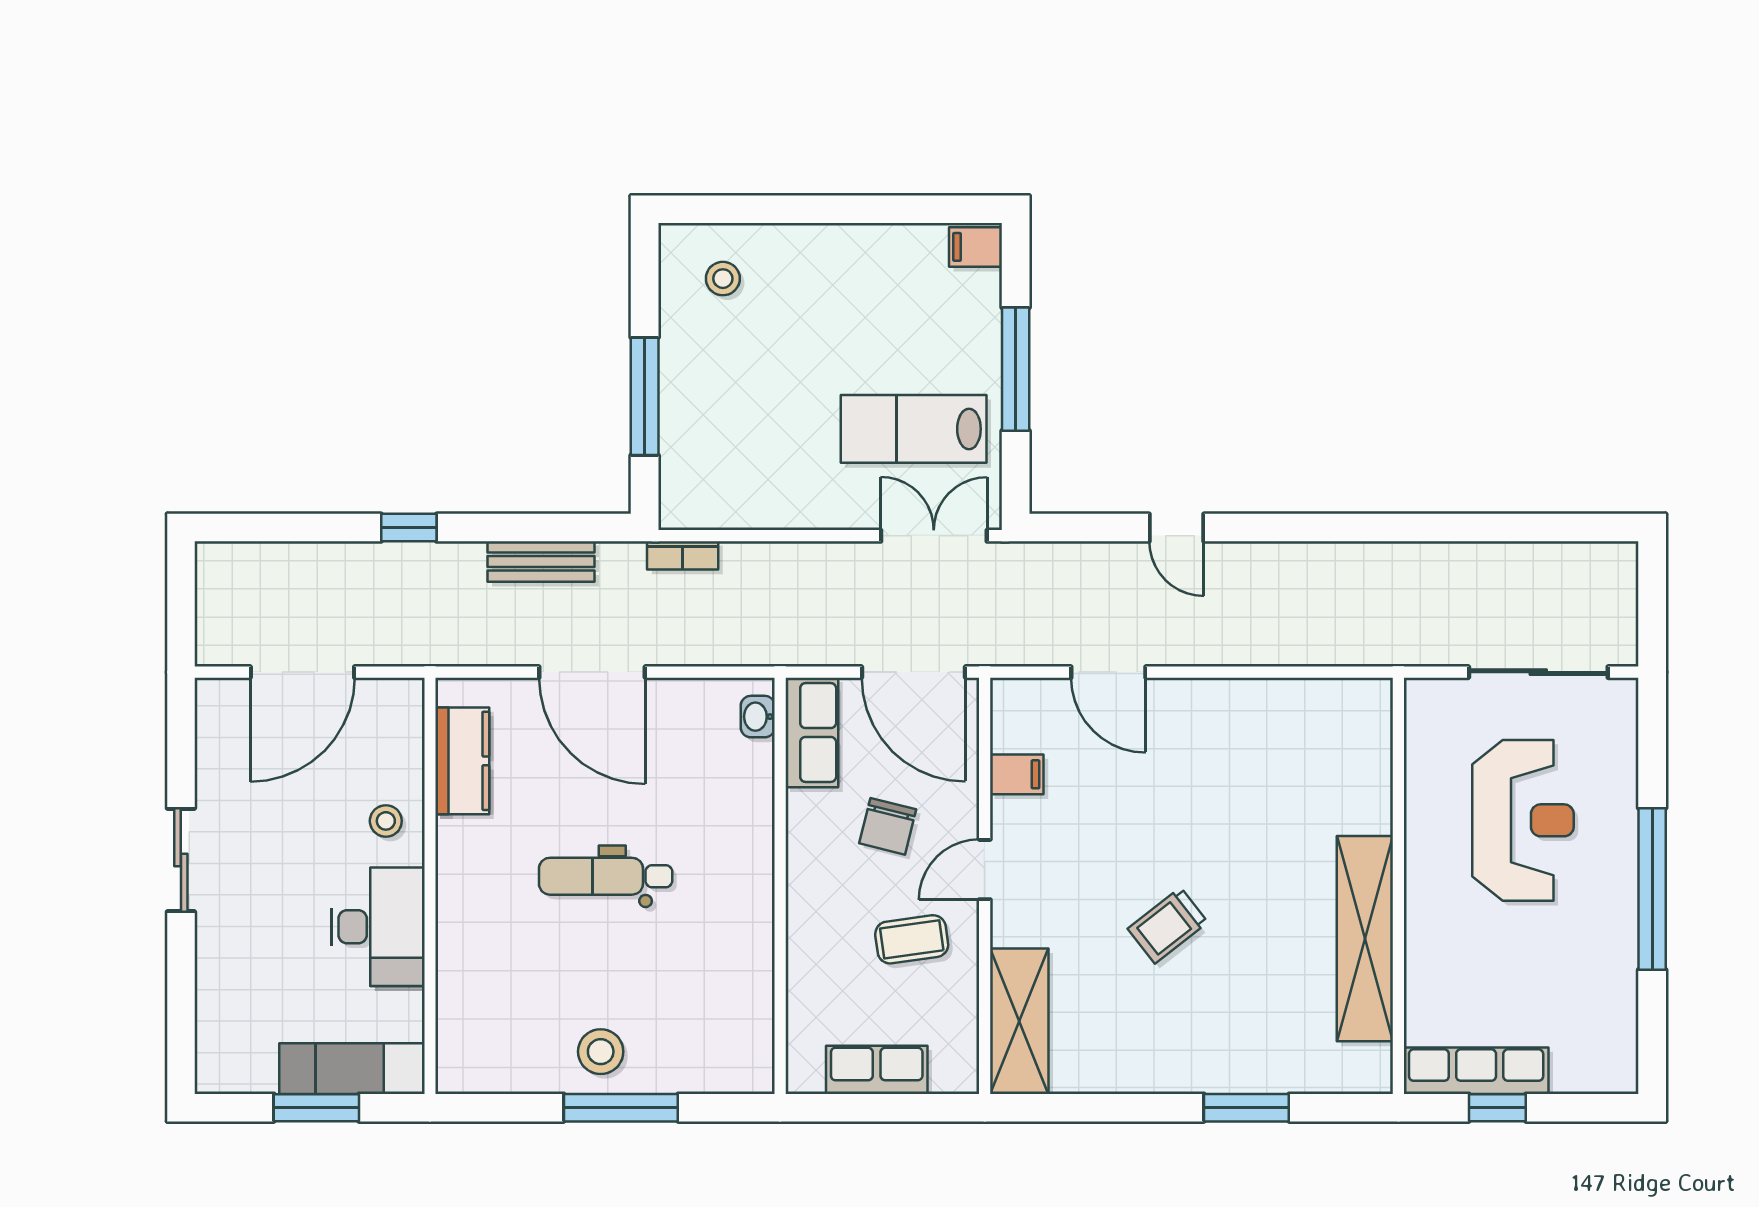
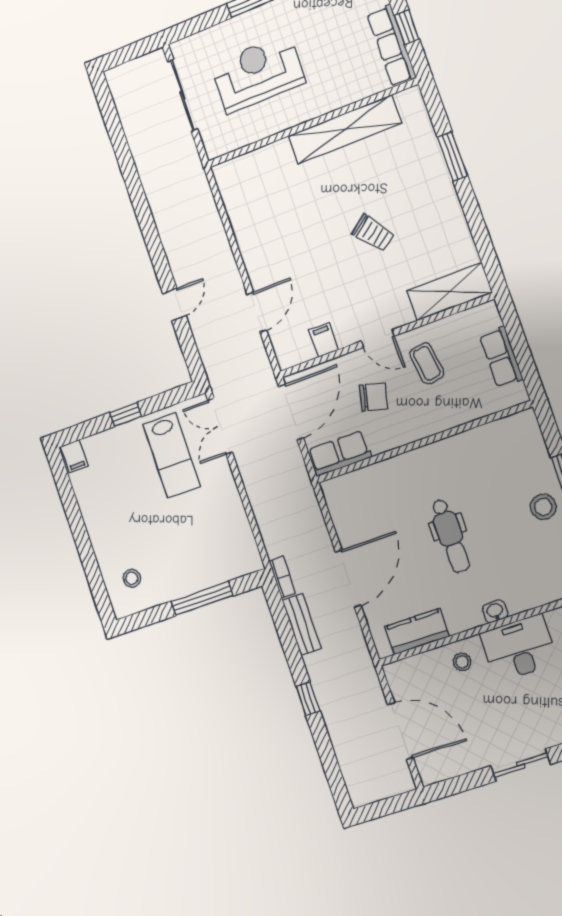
window: (1016, 369) -> (126, 415), width x0.46
bookcase: (683, 555) -> (282, 577), moved
washbasin: (758, 717) -> (495, 611), moved, turned 180

